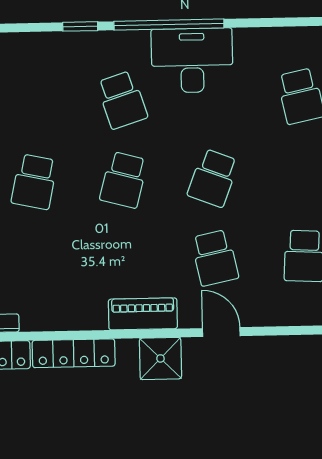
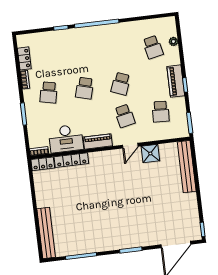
desk: (192, 60) -> (66, 139), moved, turned 180
school desk: (122, 100) -> (81, 56), removed
door: (221, 332) -> (130, 146), swing flipped
shower: (160, 358) -> (150, 153), moved

